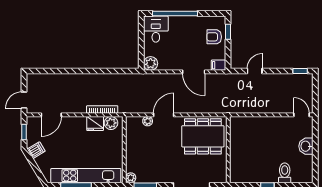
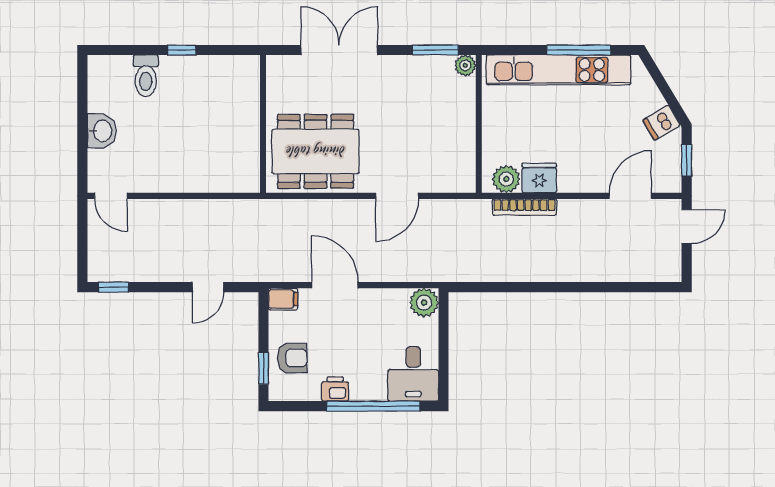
printer: (193, 22) -> (335, 389), added
plant: (148, 121) -> (430, 183), removed

